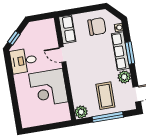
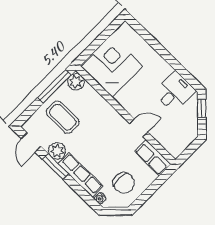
chair: (97, 27) -> (124, 183), turned -86
window: (130, 53) -> (56, 167), moved
corner desk: (48, 88) -> (112, 66), moved
window: (108, 117) -> (54, 86), moved

